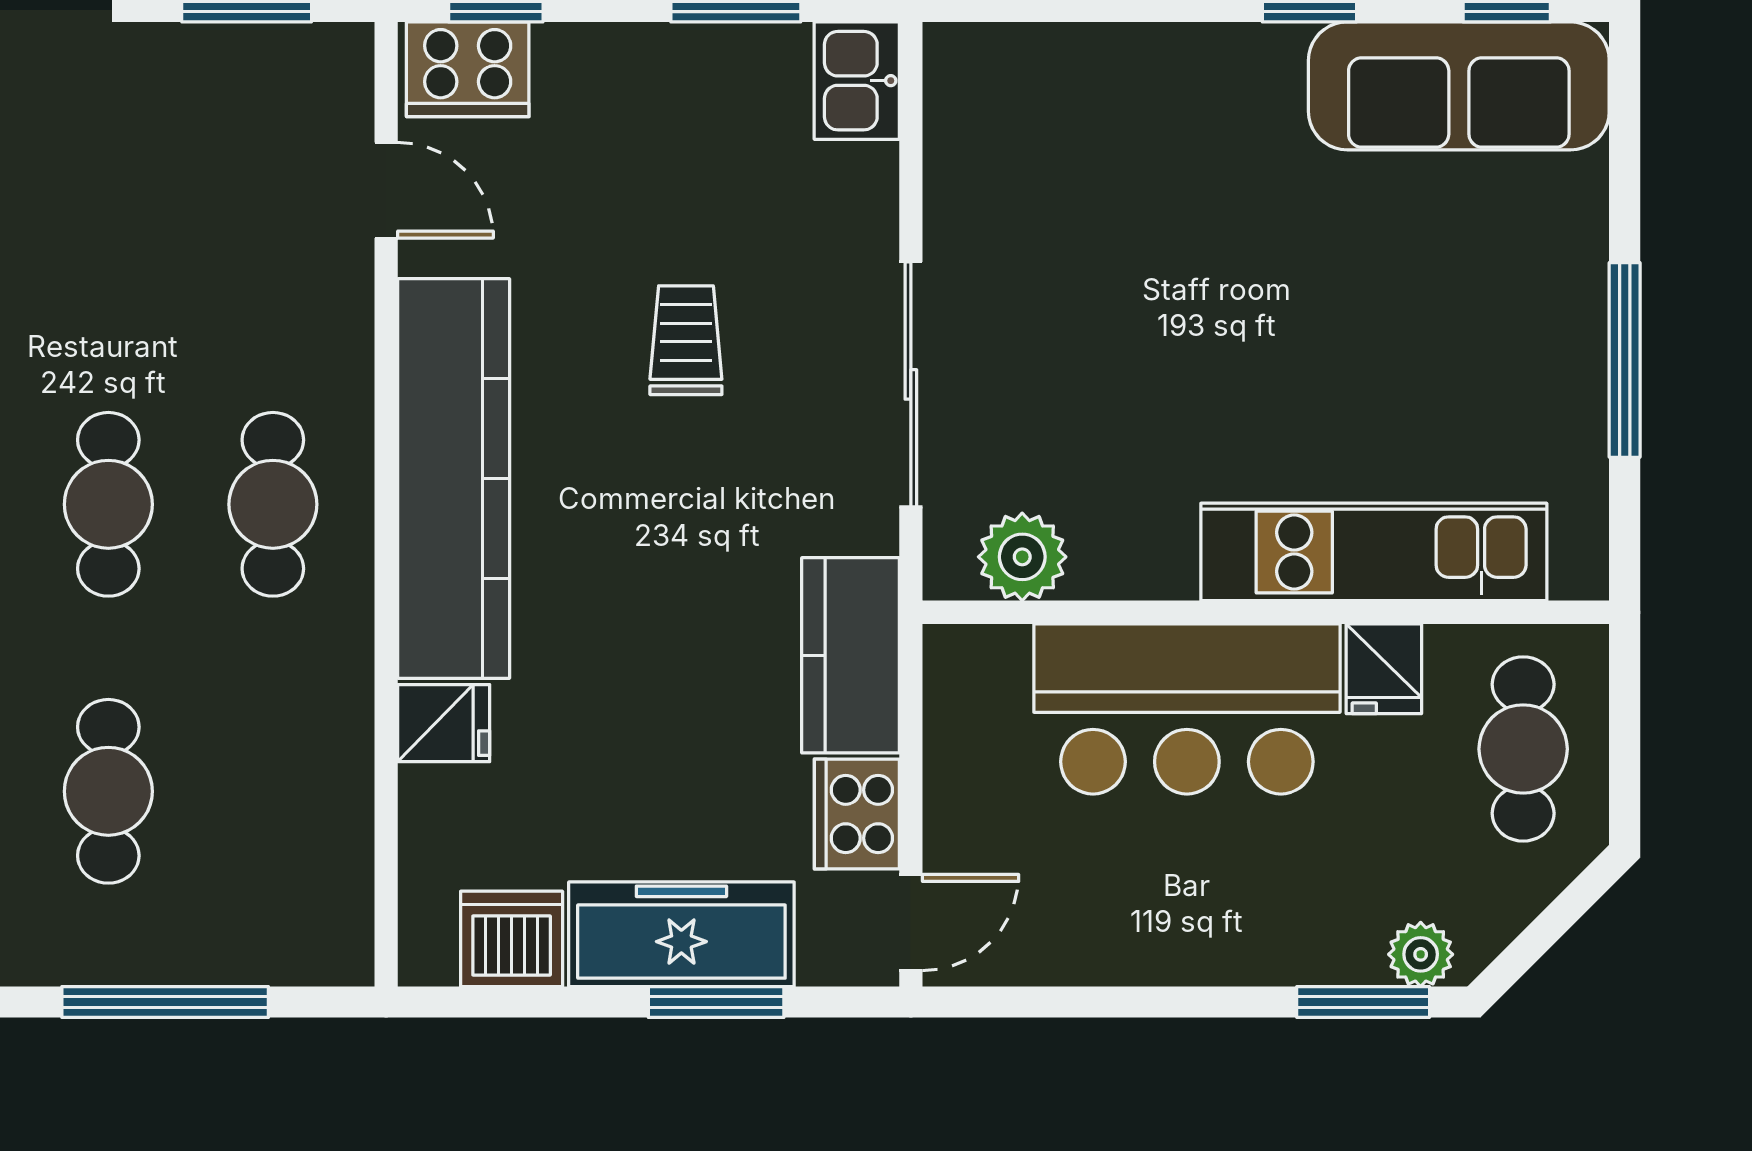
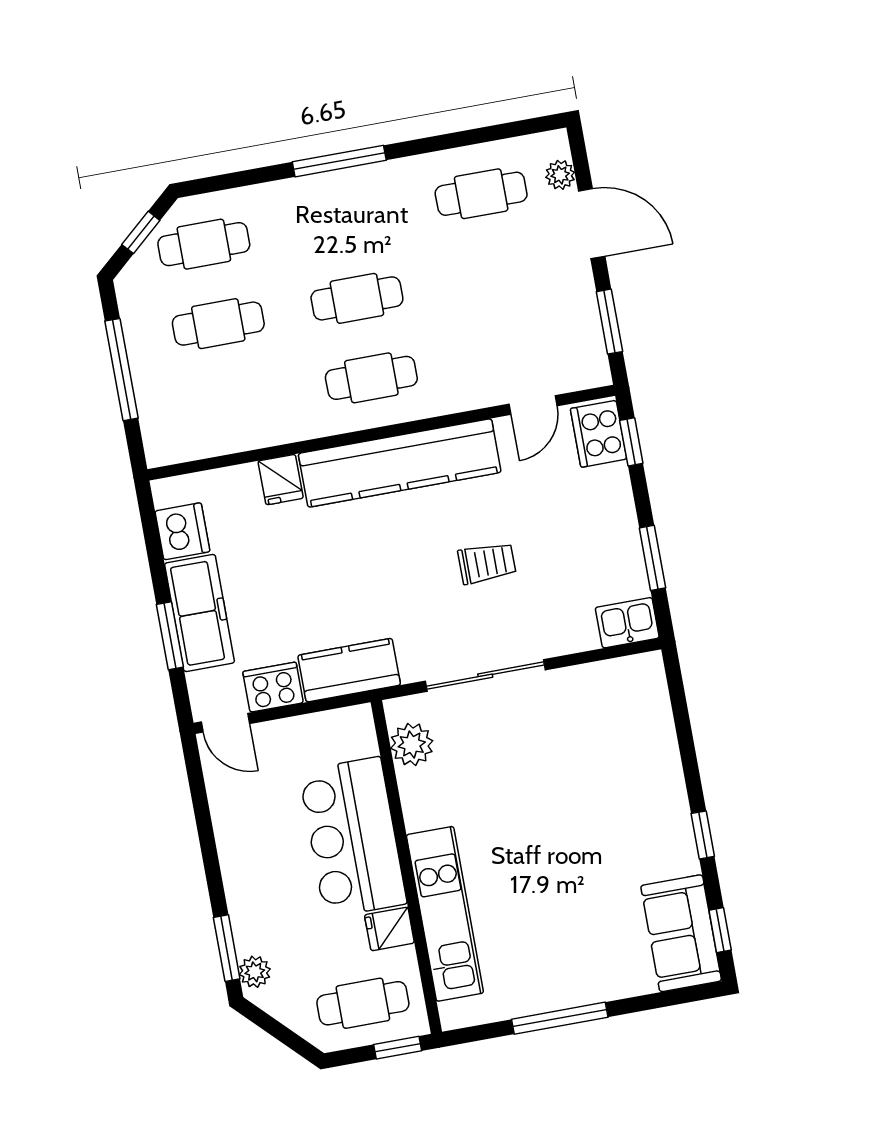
sofa: (1459, 86) -> (681, 933), width x0.73
window: (1625, 696) -> (398, 1048), added

